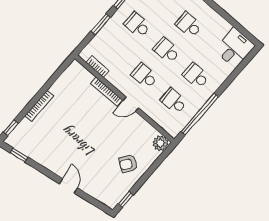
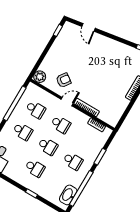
armchair: (128, 164) -> (64, 80), moved
door: (69, 186) -> (89, 27), moved

